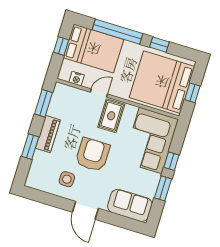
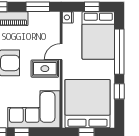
nightstand: (77, 79) -> (68, 17), moved
door: (99, 93) -> (61, 52), swing flipped

